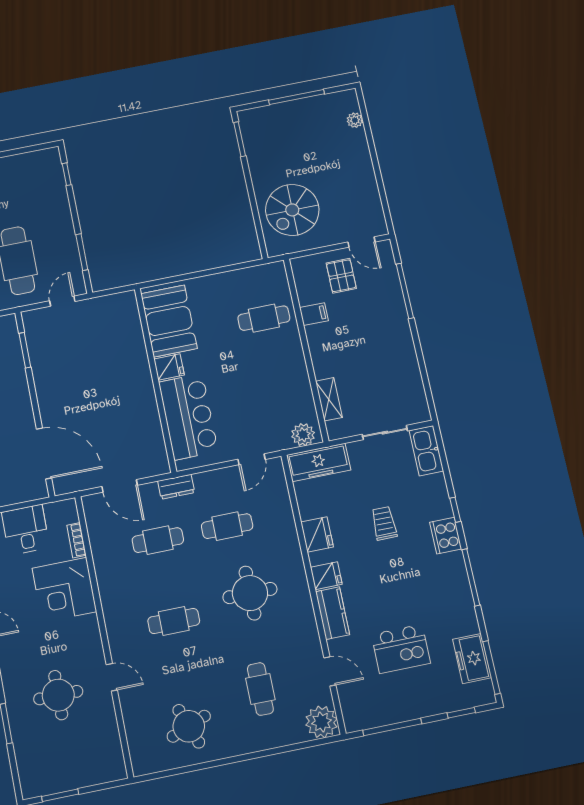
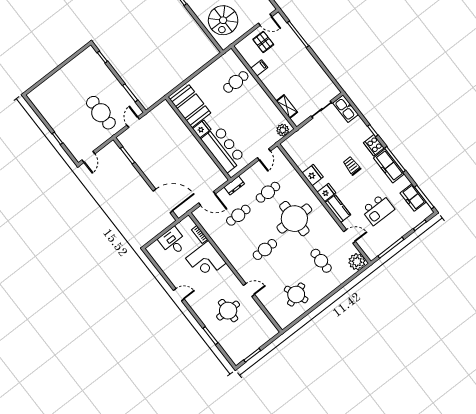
freezer: (319, 462) -> (389, 166), moved, turned 90
trolley: (384, 523) -> (352, 166), moved
round table: (250, 593) -> (294, 219), width x1.36, depth x1.36

